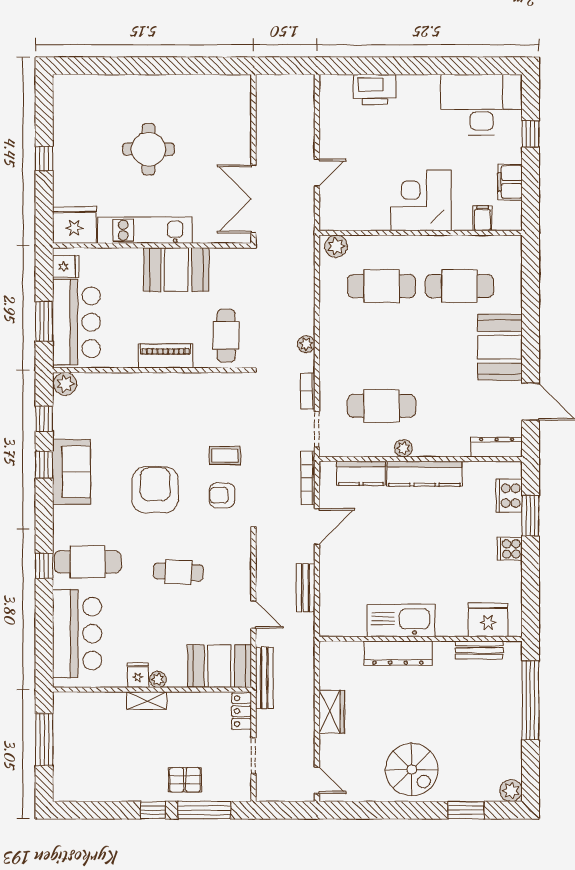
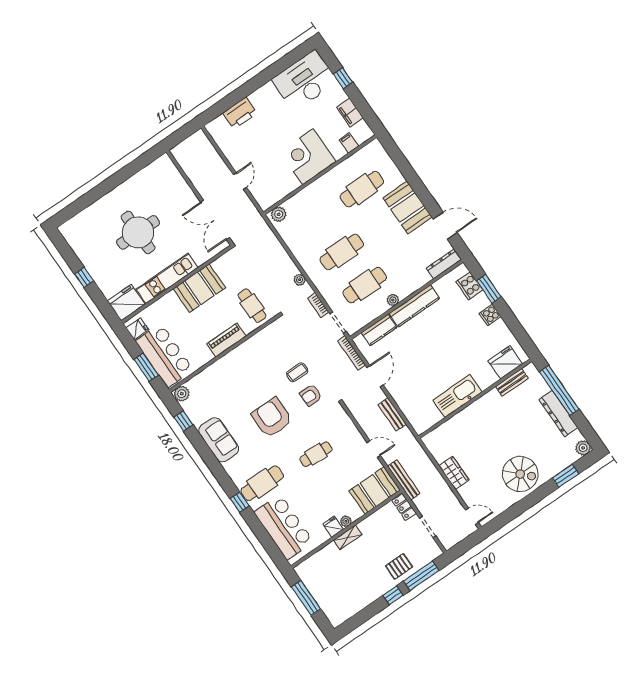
round table: (149, 149) -> (138, 232), width x1.36, depth x1.36
cafe table: (382, 286) -> (342, 252), moved
window: (44, 465) -> (201, 446), removed
dresser: (398, 653) -> (558, 414), moved, turned 90

